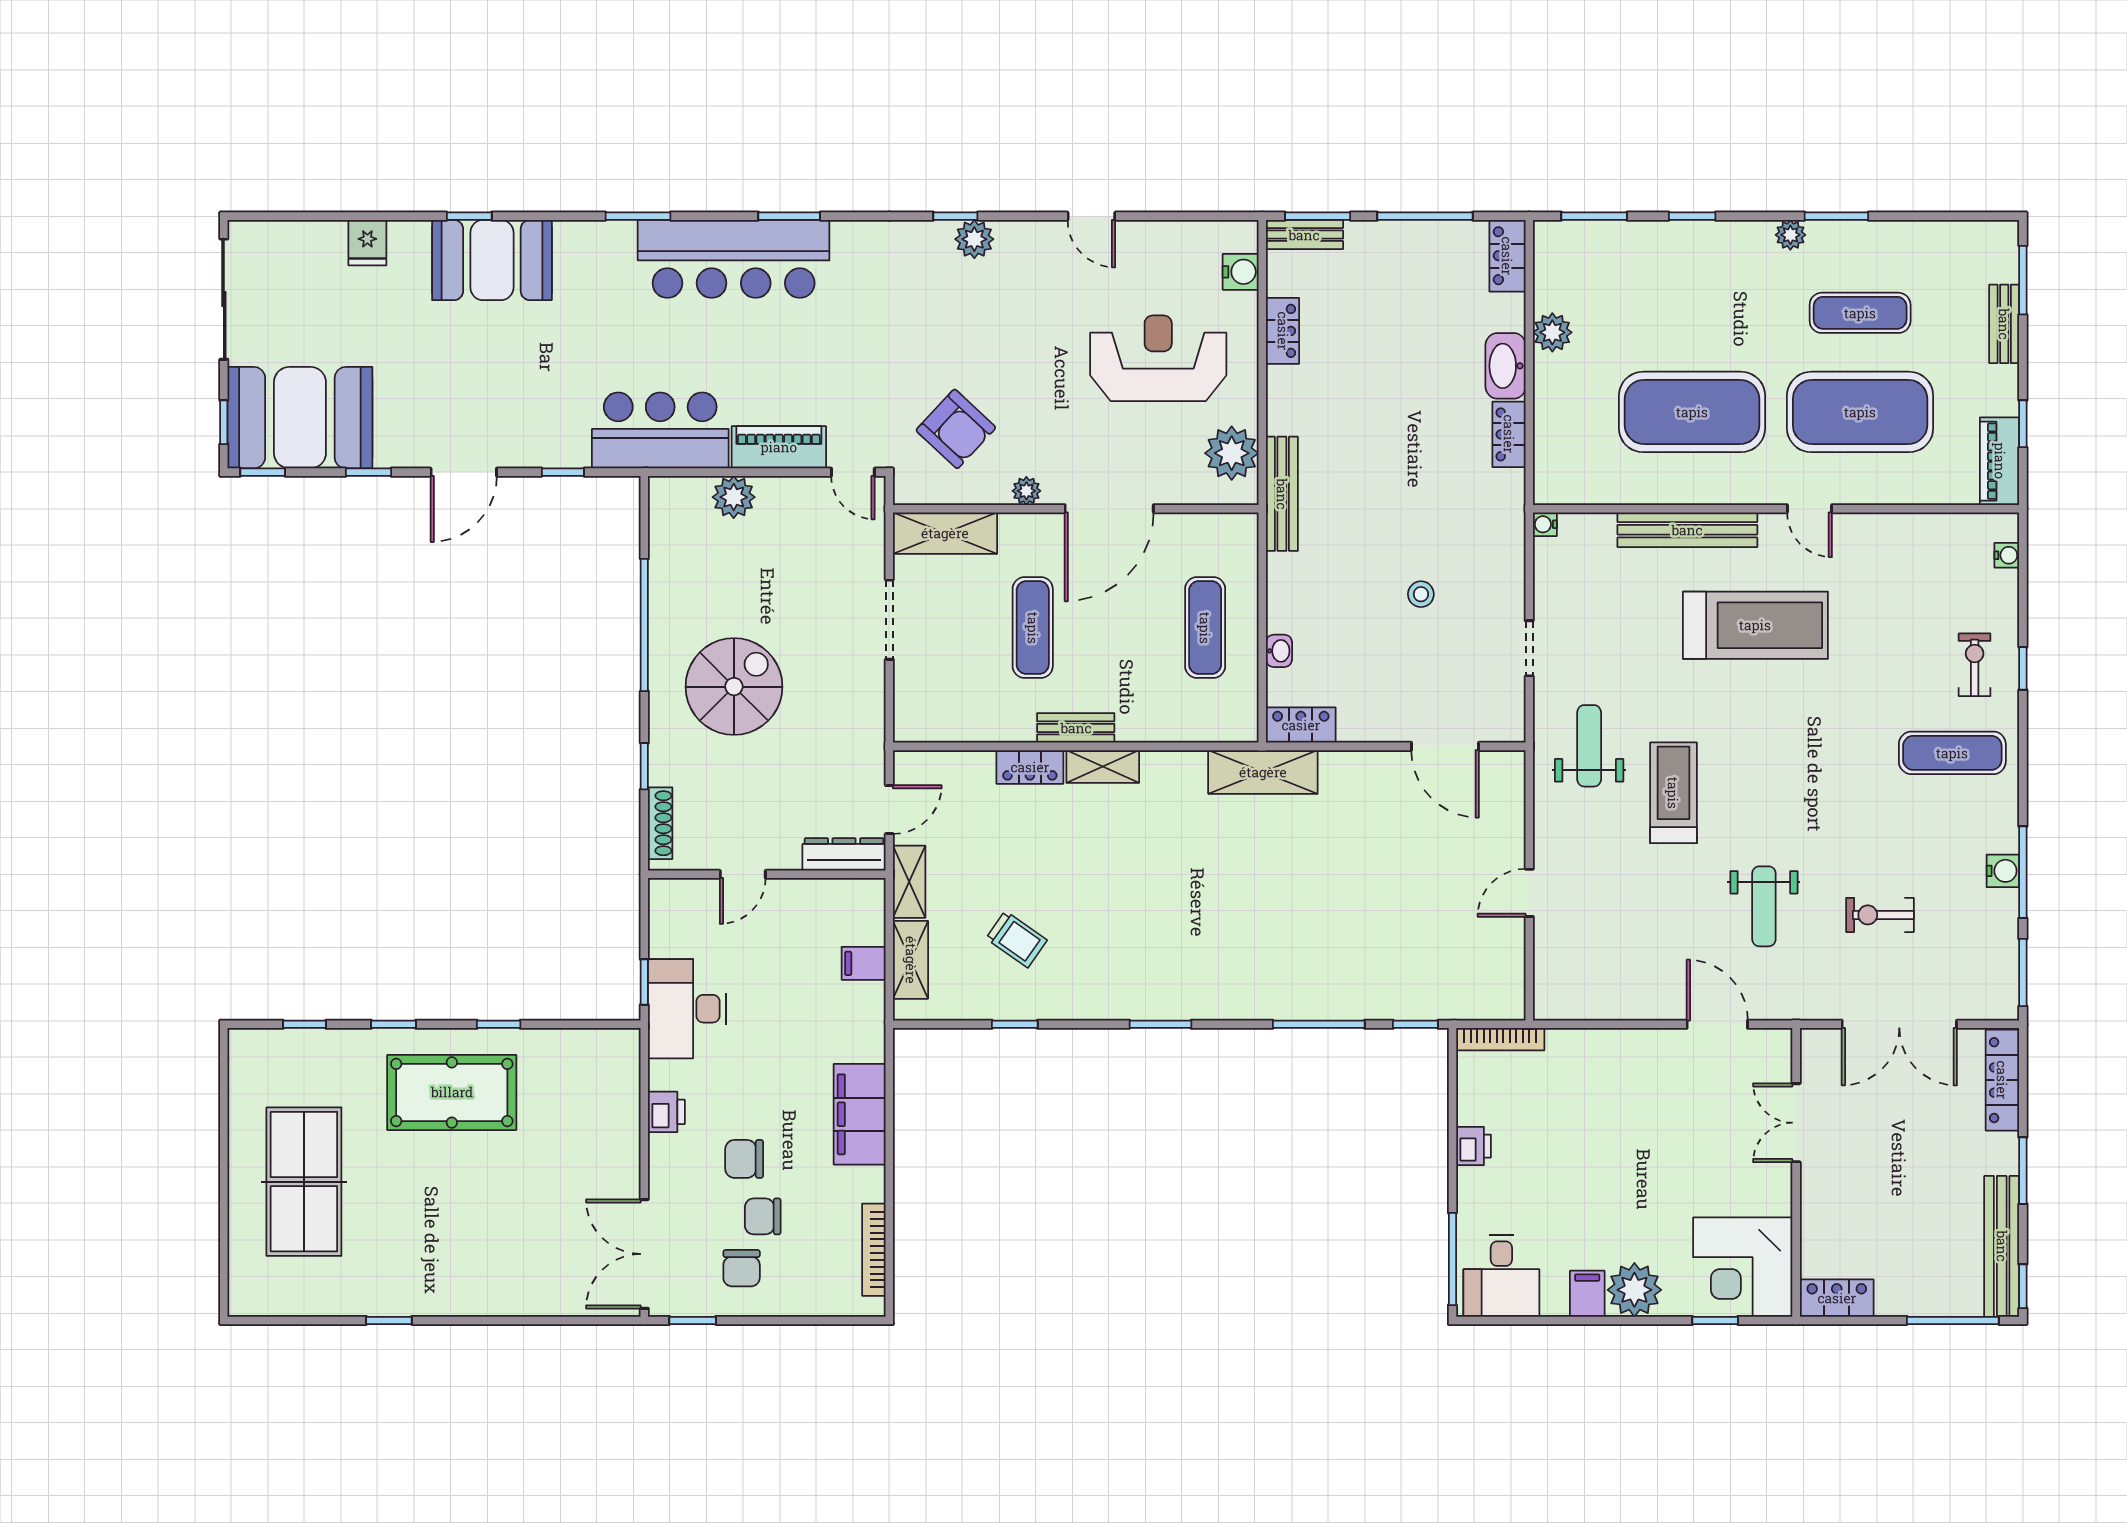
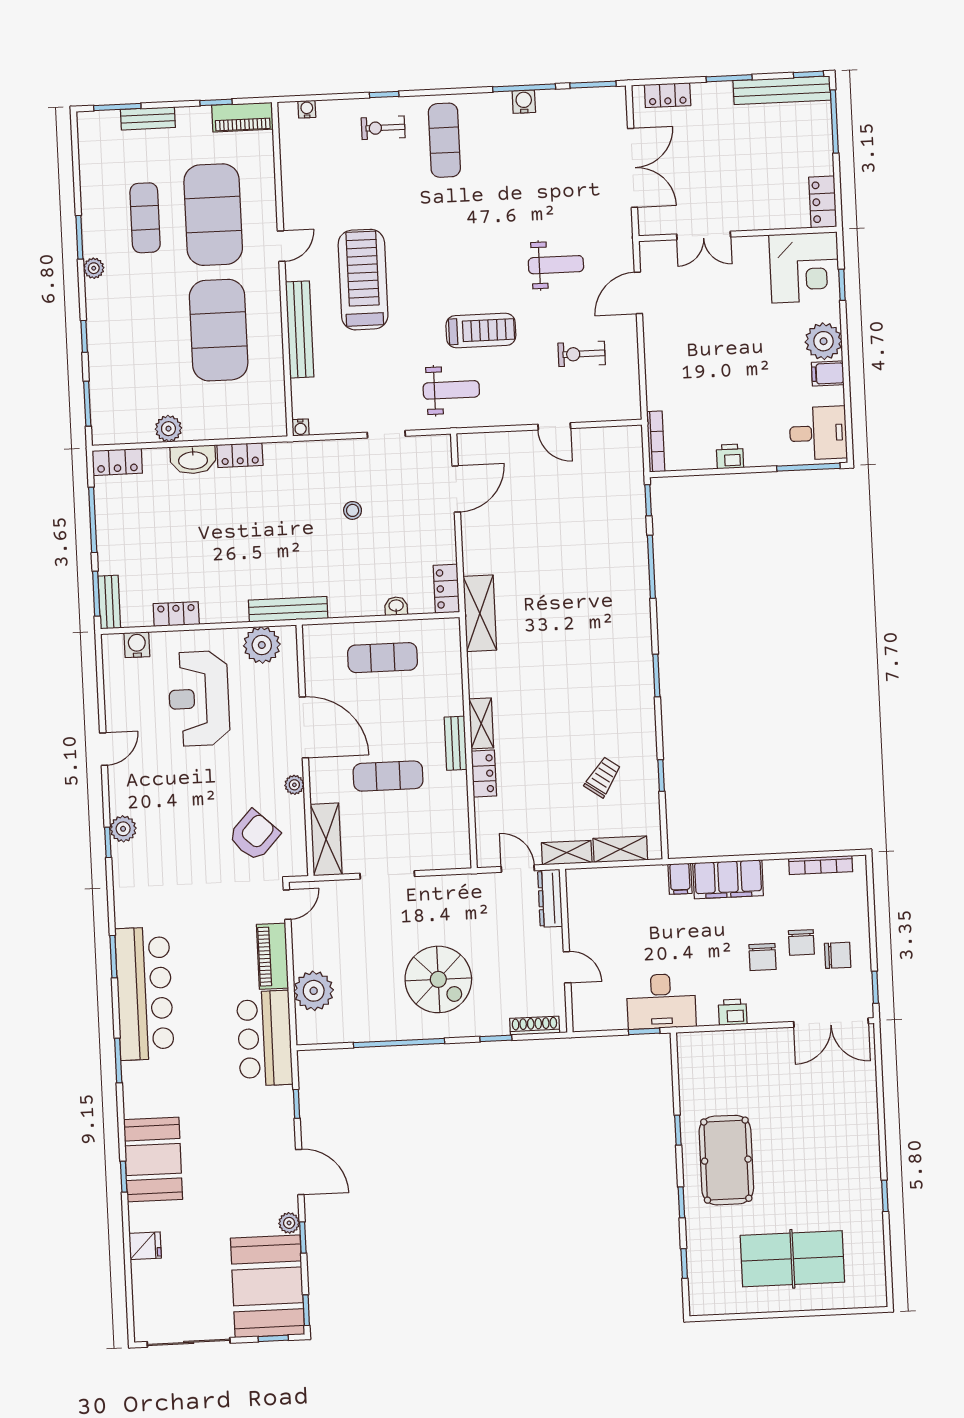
plant: (391, 453) -> (289, 1223), added
plant: (734, 497) -> (314, 991), width x1.36, depth x1.36
spiral stairs: (734, 687) -> (438, 979), turned 180
weight bench: (1589, 746) -> (451, 390), turned 180
treadmill: (1673, 793) -> (481, 330), turned 180
exercise bike: (1880, 915) -> (582, 354), moved, turned 90
filing cabinet: (864, 963) -> (680, 879), moved
locker: (2002, 1080) -> (668, 95), width x0.66

